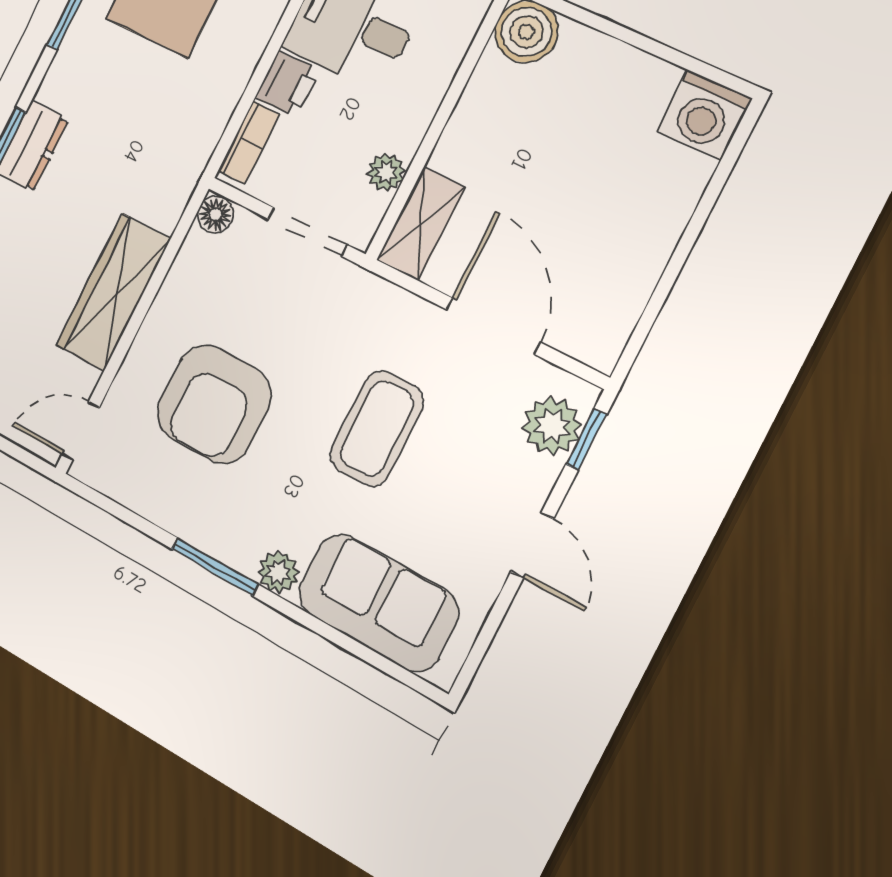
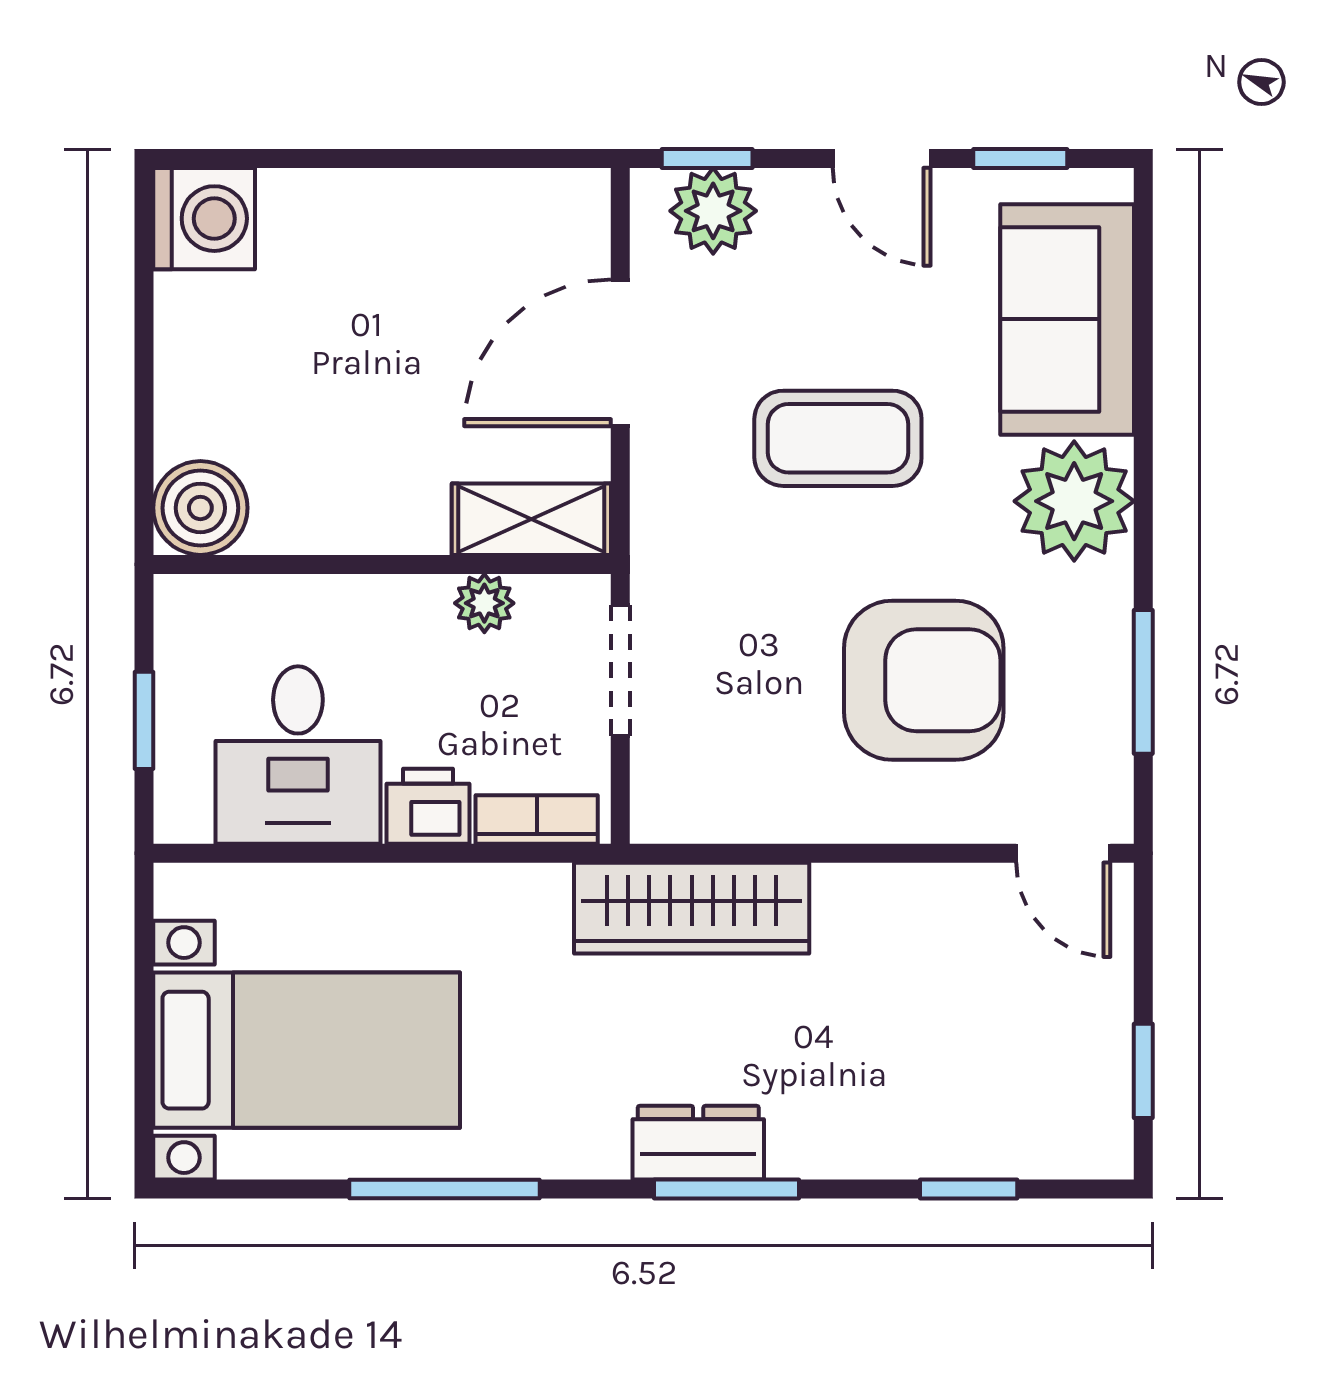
floor lamp: (216, 215) -> (661, 815), removed
wardrobe: (113, 292) -> (692, 908), moved
door: (532, 545) -> (882, 158), swing flipped
window: (215, 567) -> (1143, 682), moved
plant: (278, 572) -> (1074, 501), width x1.87, depth x1.87
window: (489, 629) -> (1020, 158), added

